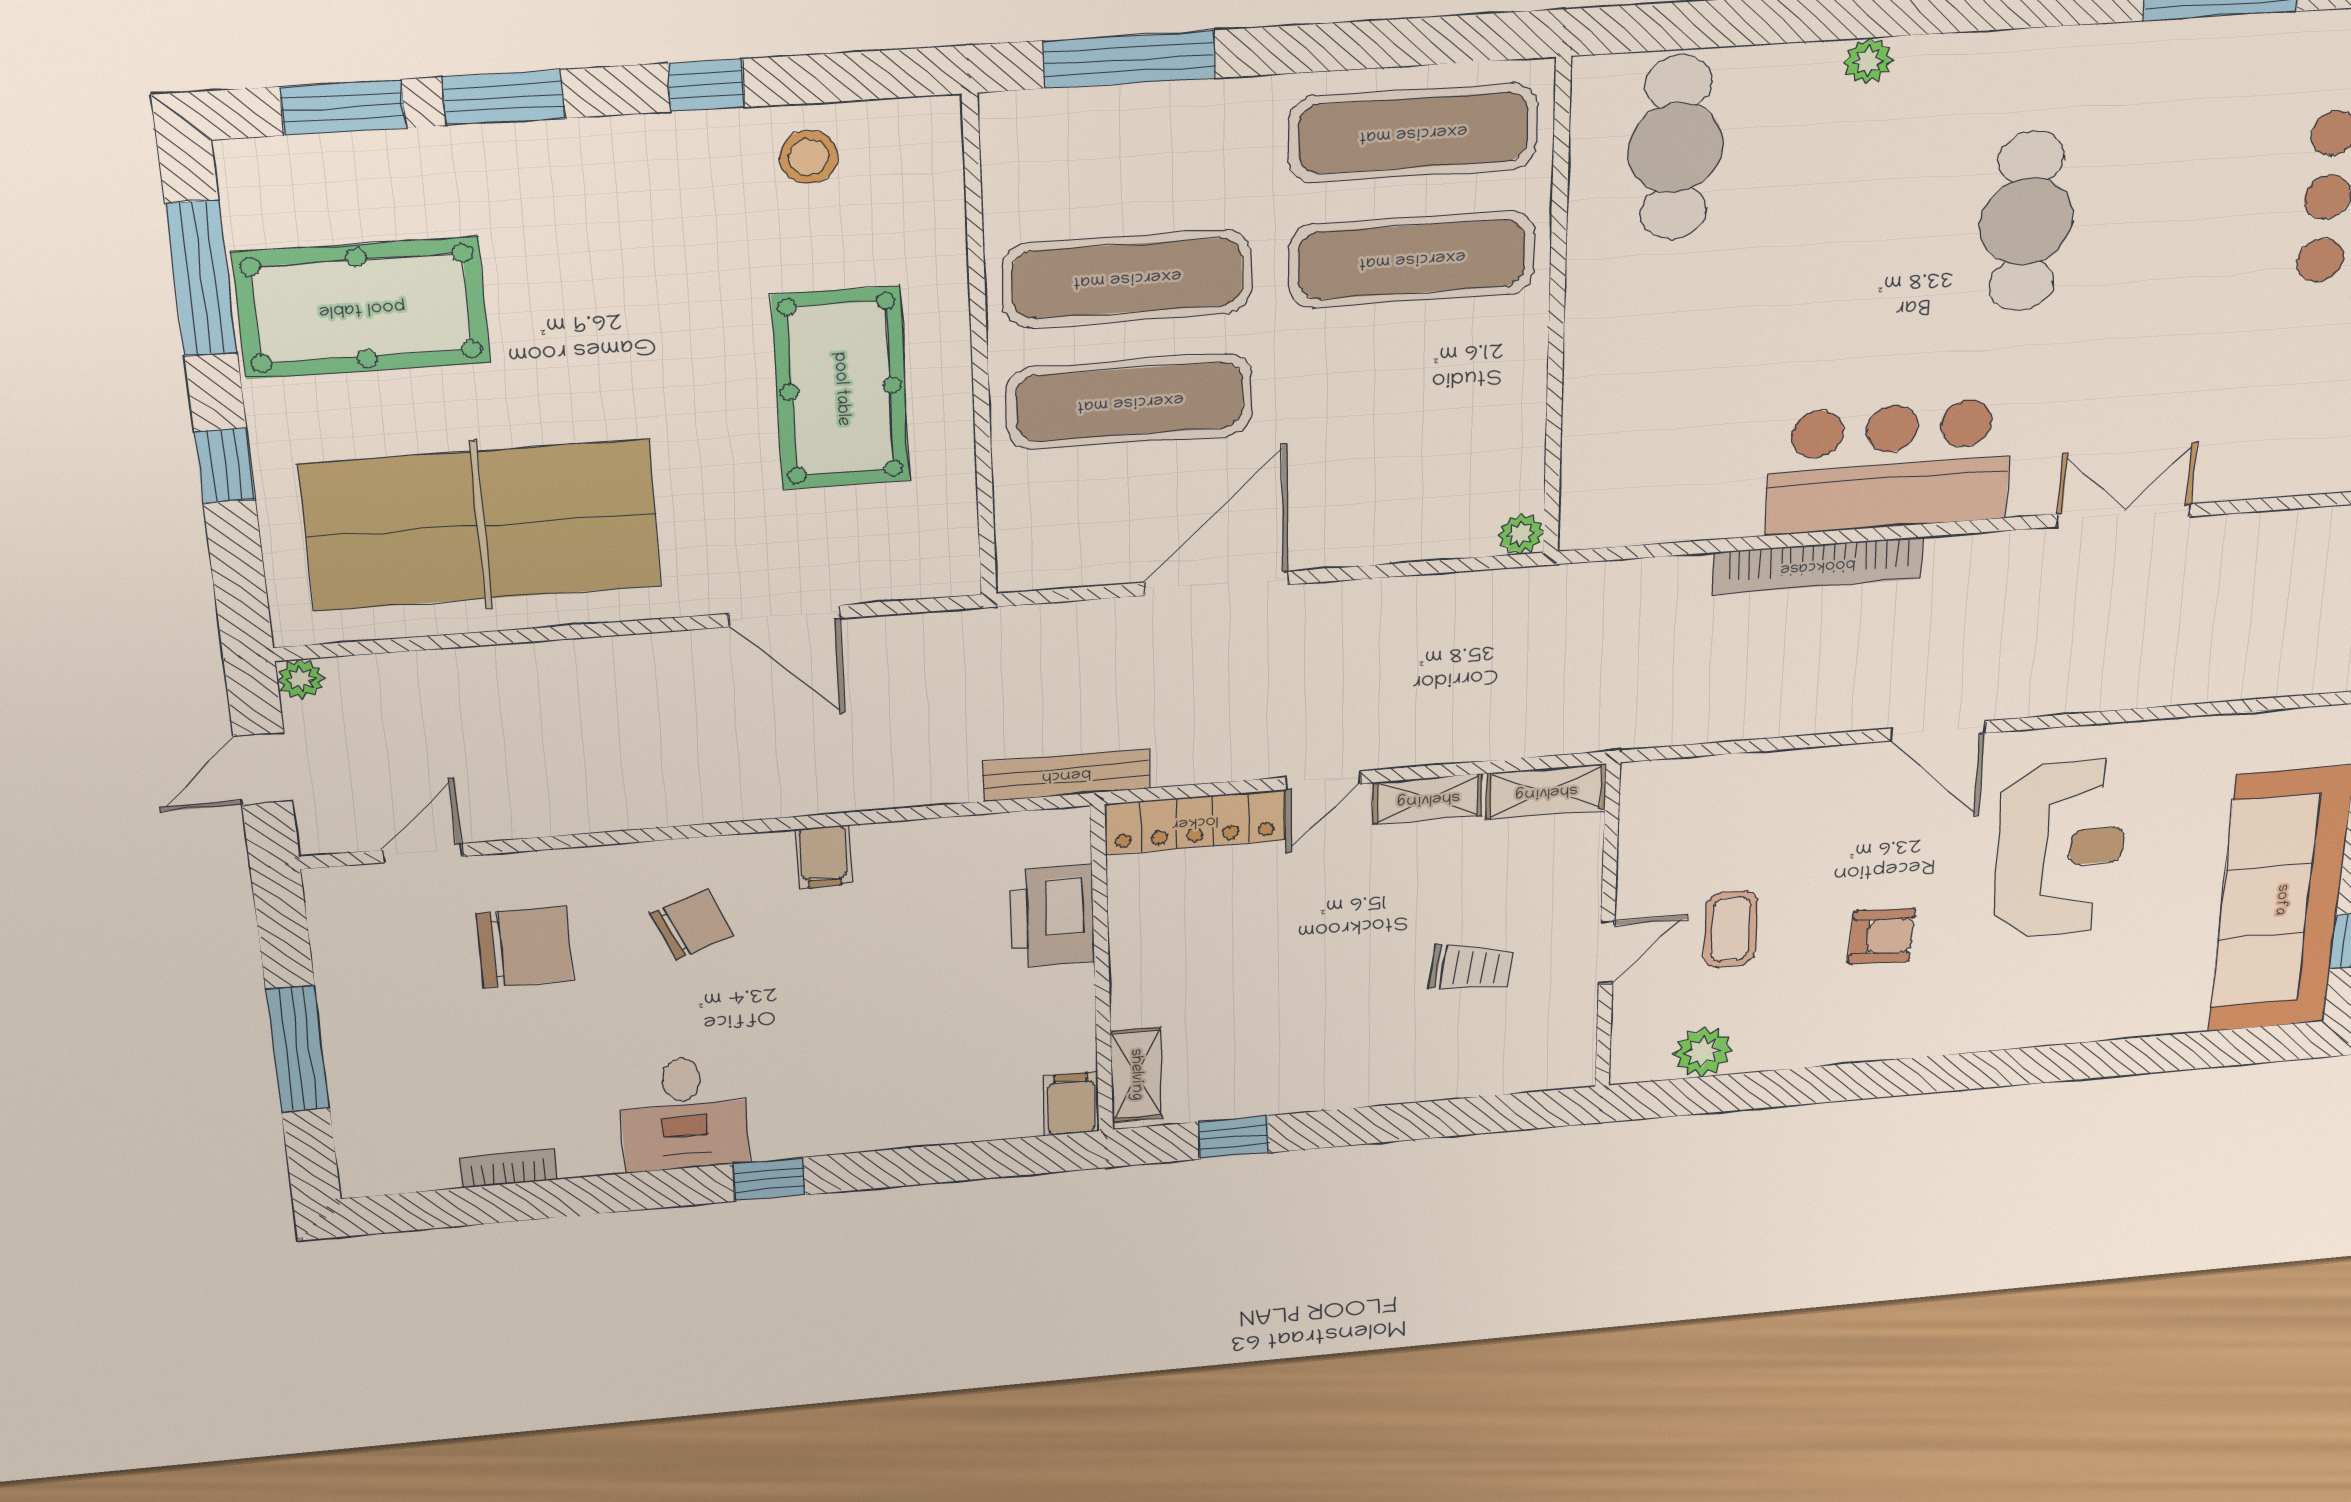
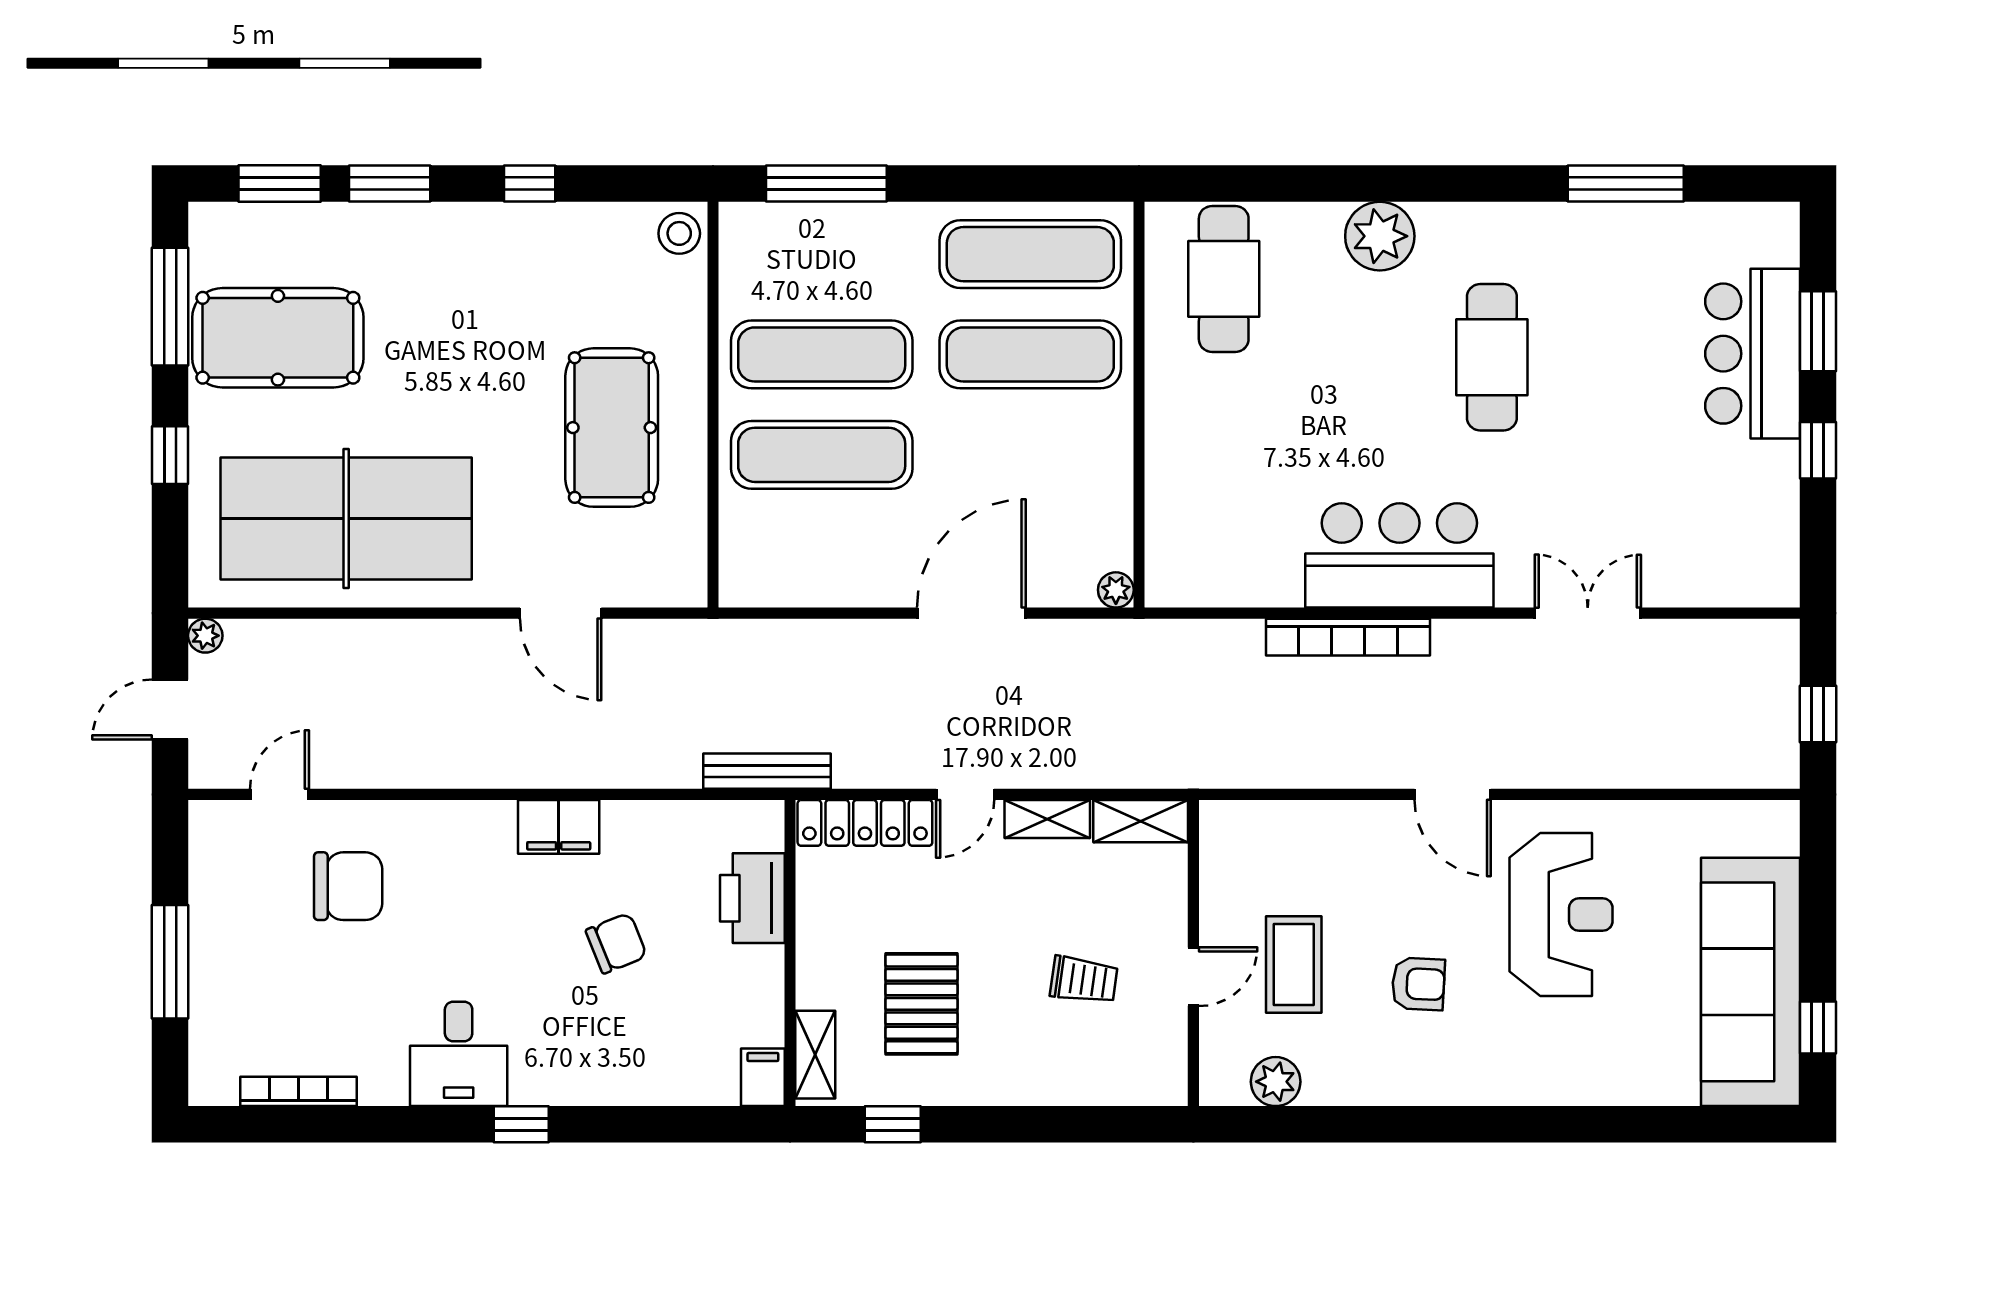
plant: (1868, 61) -> (1380, 236), width x1.87, depth x1.87
stool: (809, 157) -> (679, 233), moved
door: (1216, 584) -> (971, 613), moved
filing cabinet: (823, 857) -> (559, 827), width x2.00
chair: (691, 924) -> (616, 943), moved
coffee table: (1731, 929) -> (1294, 965), width x1.36, depth x1.30
pallet: (1268, 1010) -> (921, 1004), added
bookcase: (508, 1168) -> (298, 1091), width x1.56

